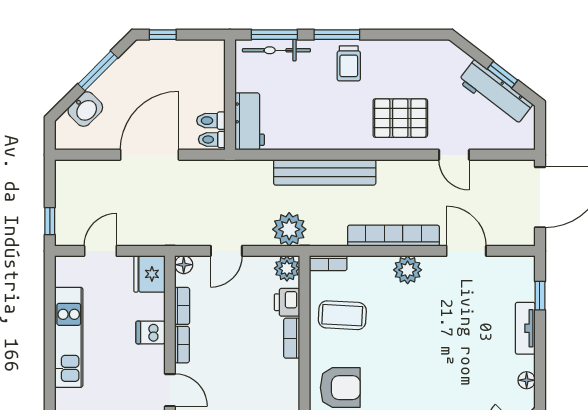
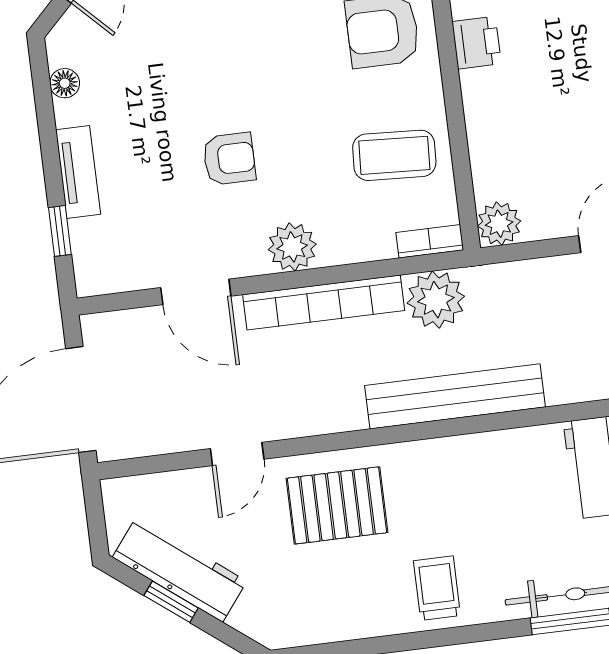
window: (337, 35) -> (463, 635), removed
door: (454, 155) -> (237, 454), swing flipped
plant: (289, 229) -> (436, 300), moved
printer: (287, 302) -> (477, 43), moved
armchair: (437, 325) -> (229, 159), added
bookcase: (292, 338) -> (476, 105), removed

